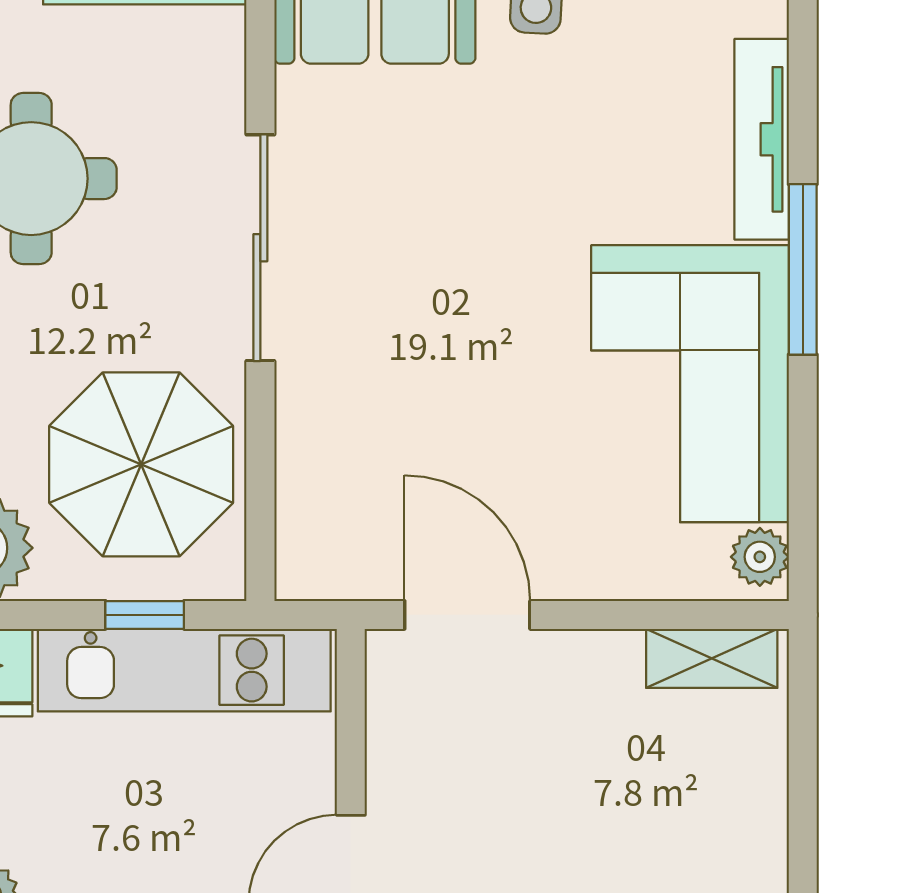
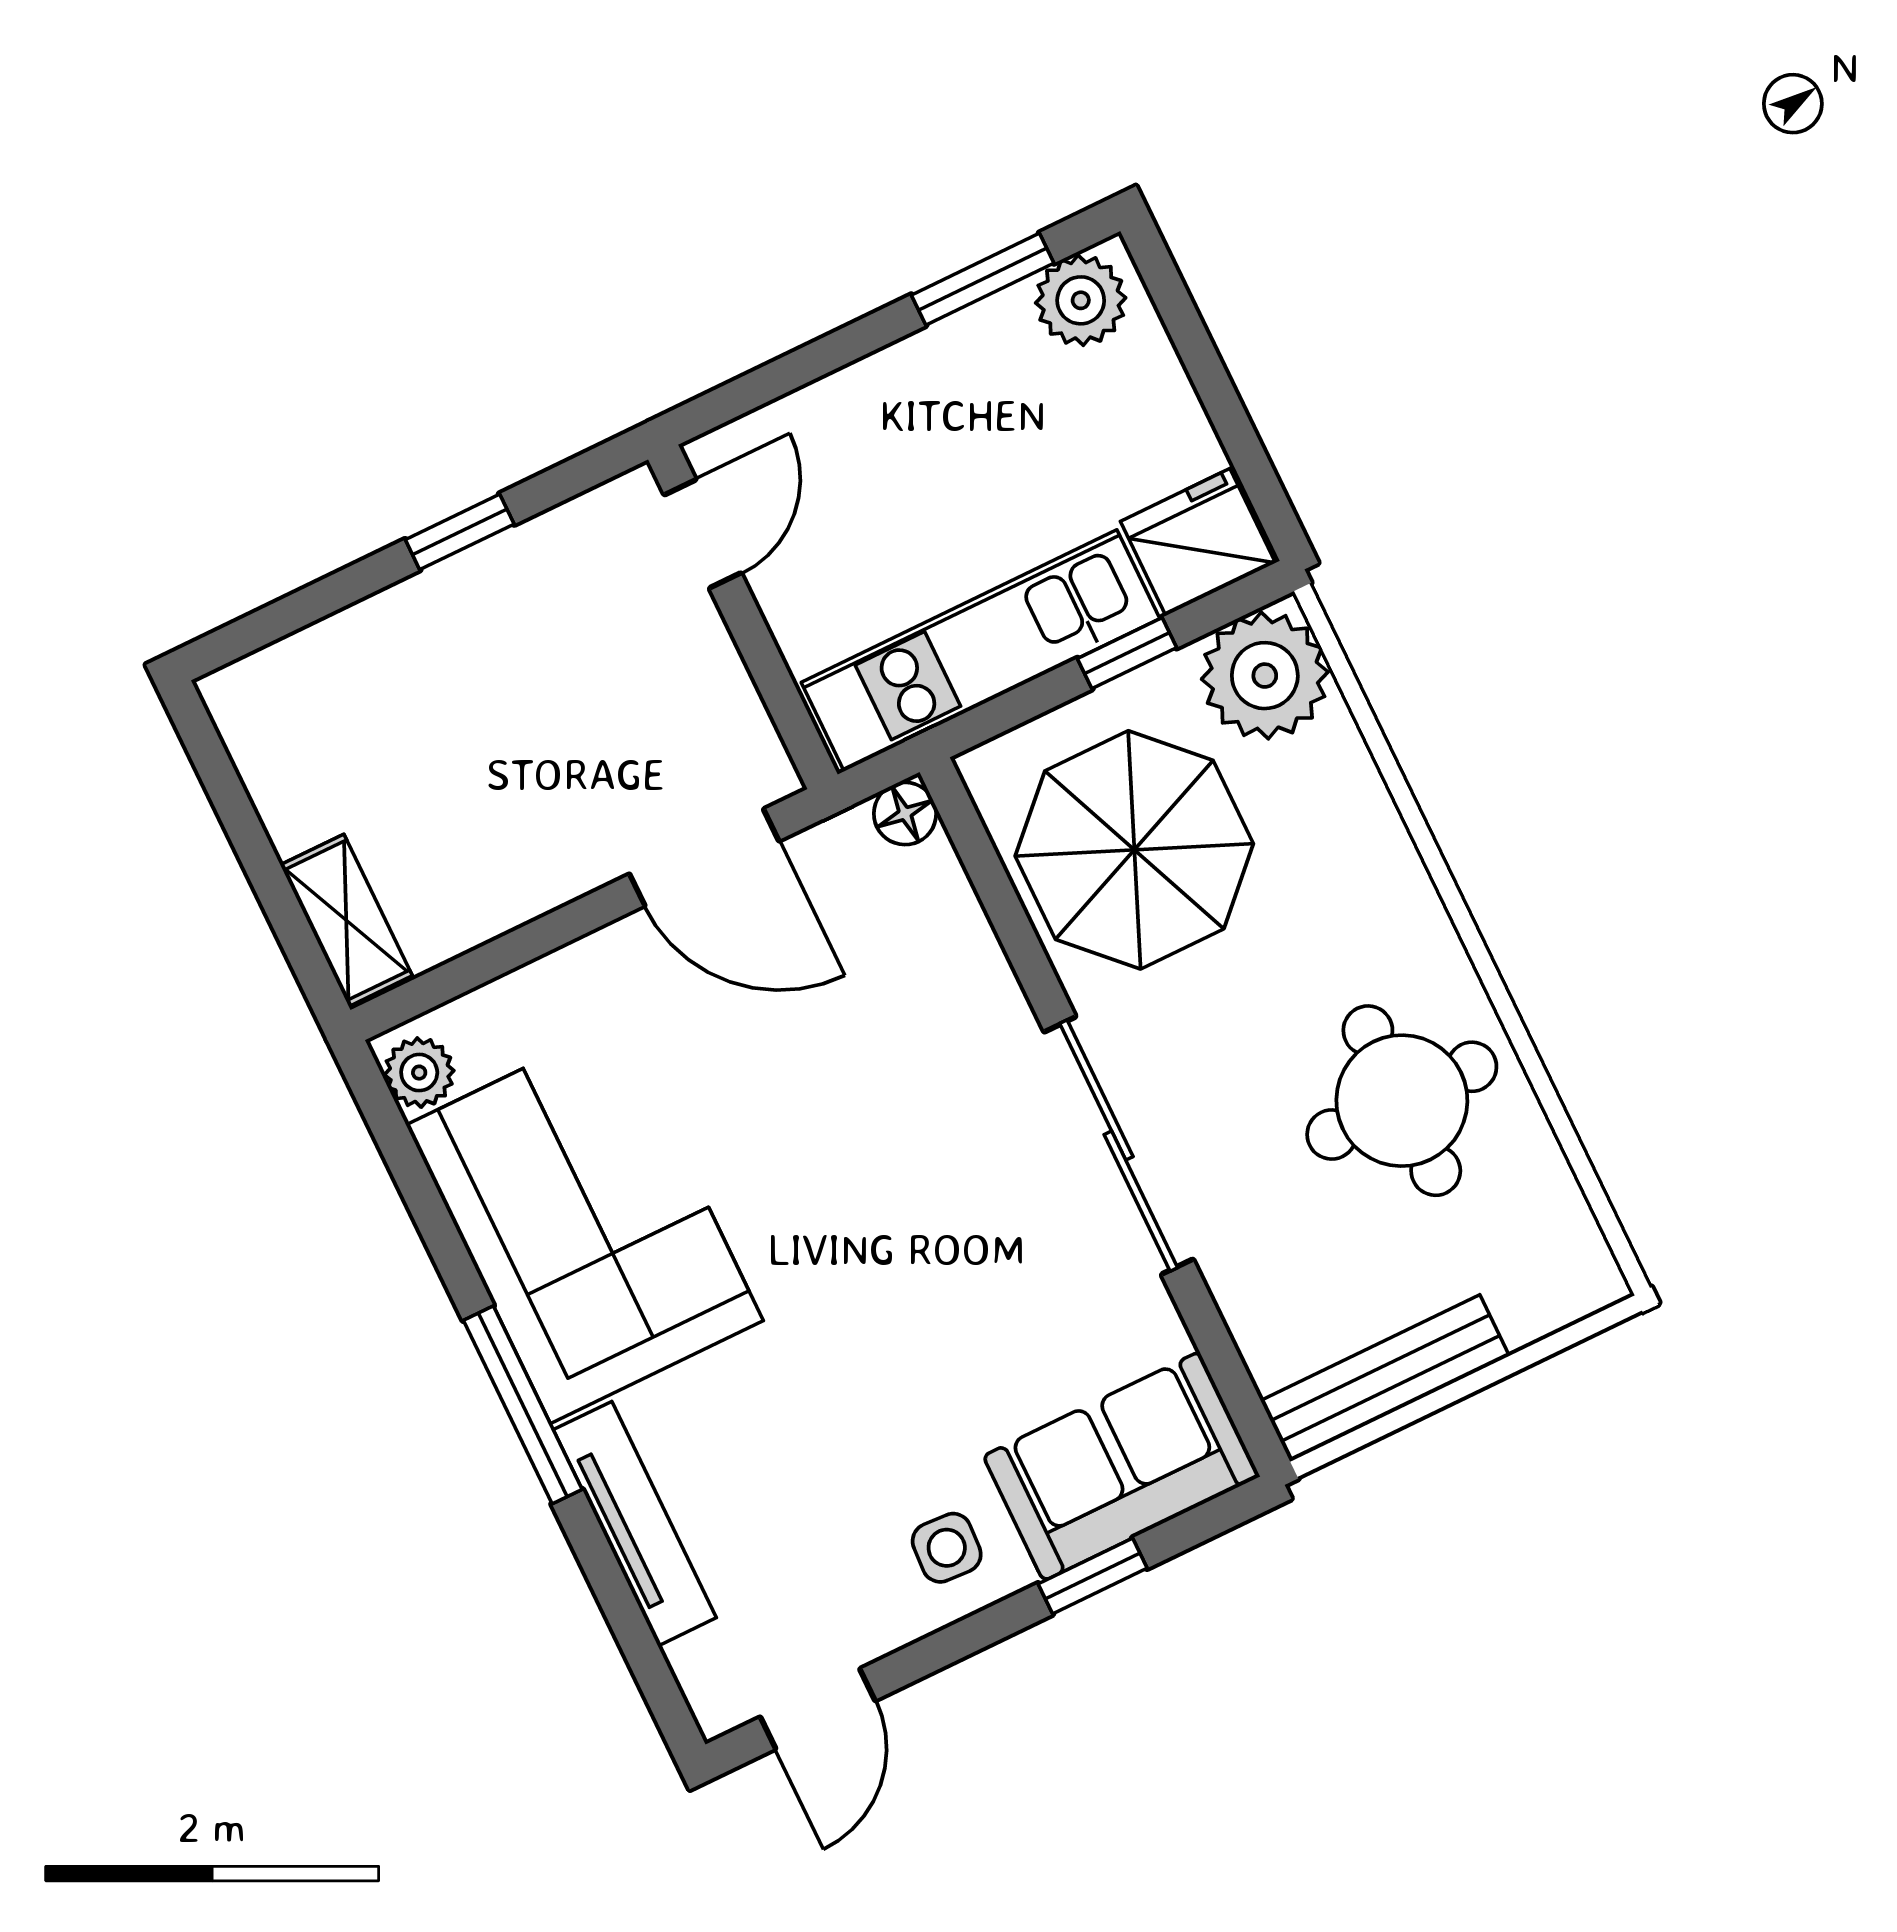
floor lamp: (300, 575) -> (905, 814), added
window: (145, 615) -> (1127, 653), moved
shelving: (712, 658) -> (346, 920), moved, turned 90

